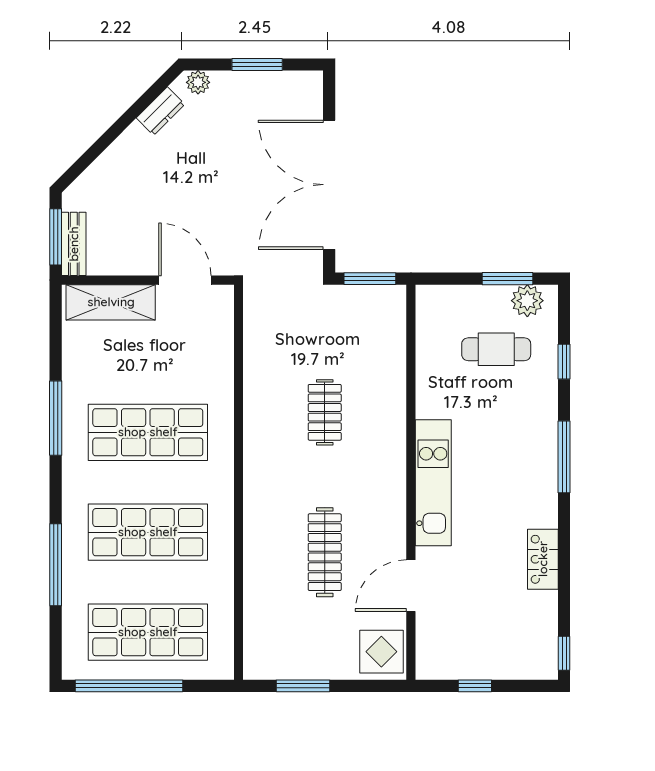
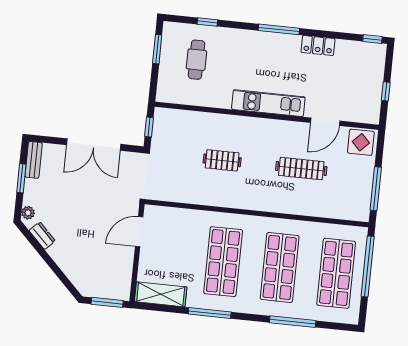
double door: (329, 185) -> (94, 145), width x0.73
bench: (74, 244) -> (34, 160), moved, turned 90
window: (370, 279) -> (149, 127), width x0.67
plant: (527, 301) -> (171, 39), removed
shelving: (111, 302) -> (161, 294), moved, turned 90
window: (564, 457) -> (279, 29), moved
door: (411, 586) -> (325, 122), hinge flipped
window: (129, 686) -> (368, 266), moved
window: (303, 686) -> (376, 189), width x1.44

